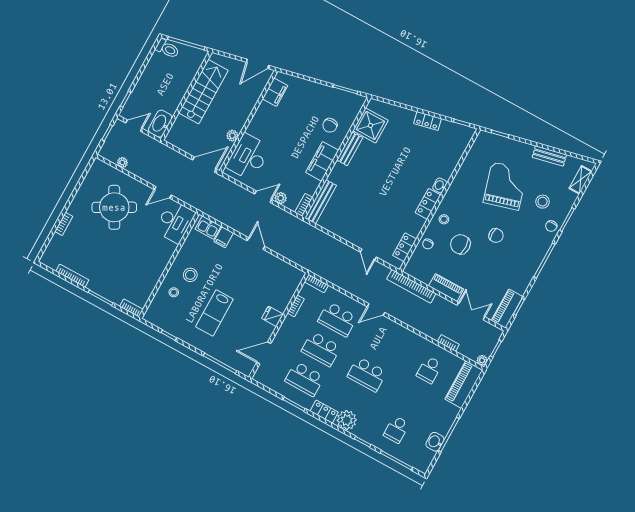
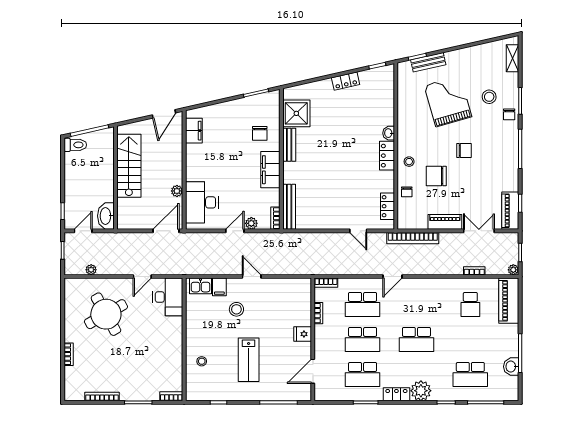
bench: (549, 156) -> (428, 62), moved
stool: (190, 275) -> (236, 309), moved
school desk: (396, 429) -> (470, 374), width x1.85

